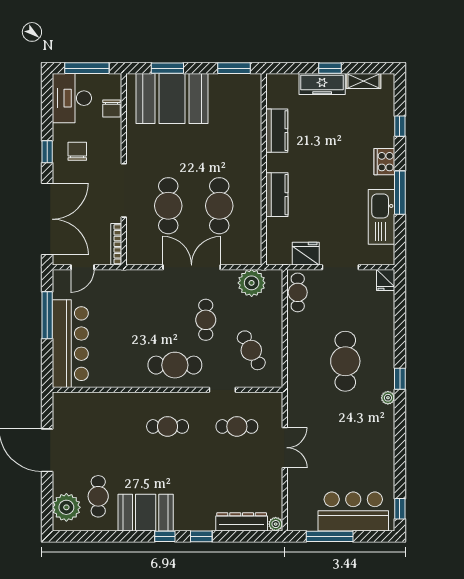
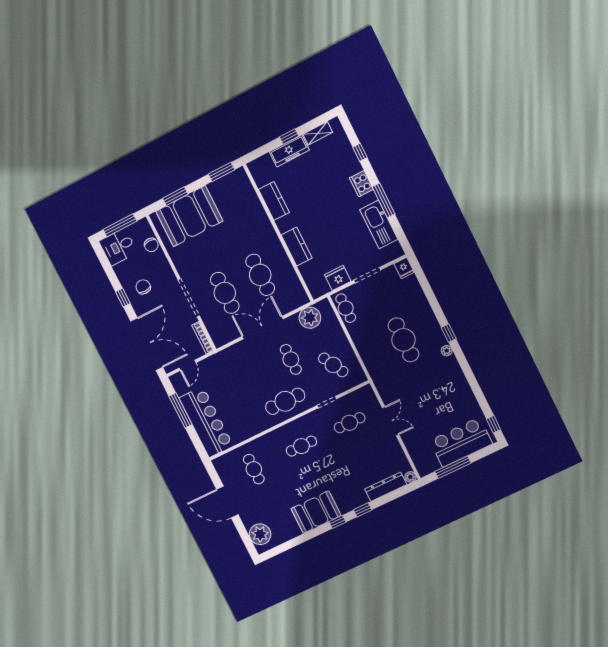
desk: (72, 98) -> (118, 247), width x0.73
cafe table: (98, 496) -> (254, 469), moved

